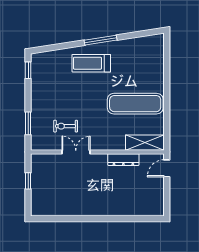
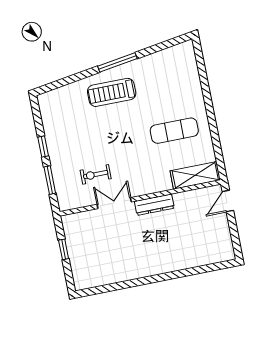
window: (28, 70) -> (43, 146), moved
exercise mat: (135, 104) -> (174, 131), width x0.73, depth x0.69
dresser: (123, 160) -> (154, 205), moved

